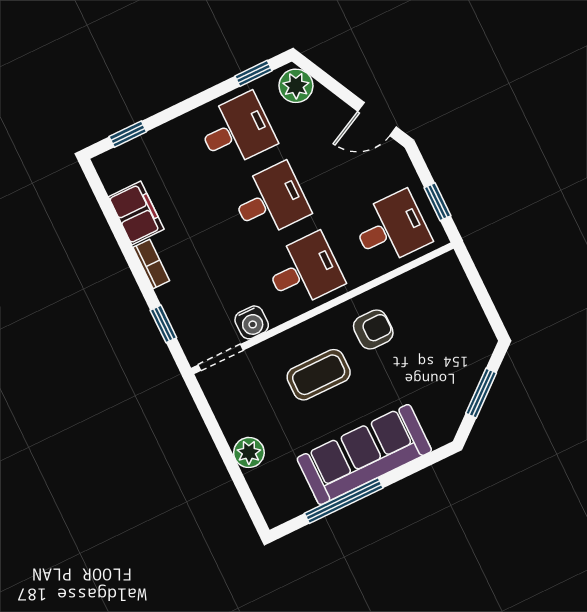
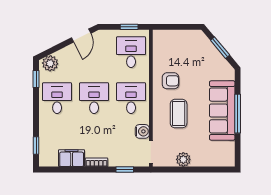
armchair: (373, 329) -> (170, 81), turned 90
plant: (249, 452) -> (183, 159), moved
window: (344, 501) -> (238, 114), moved

